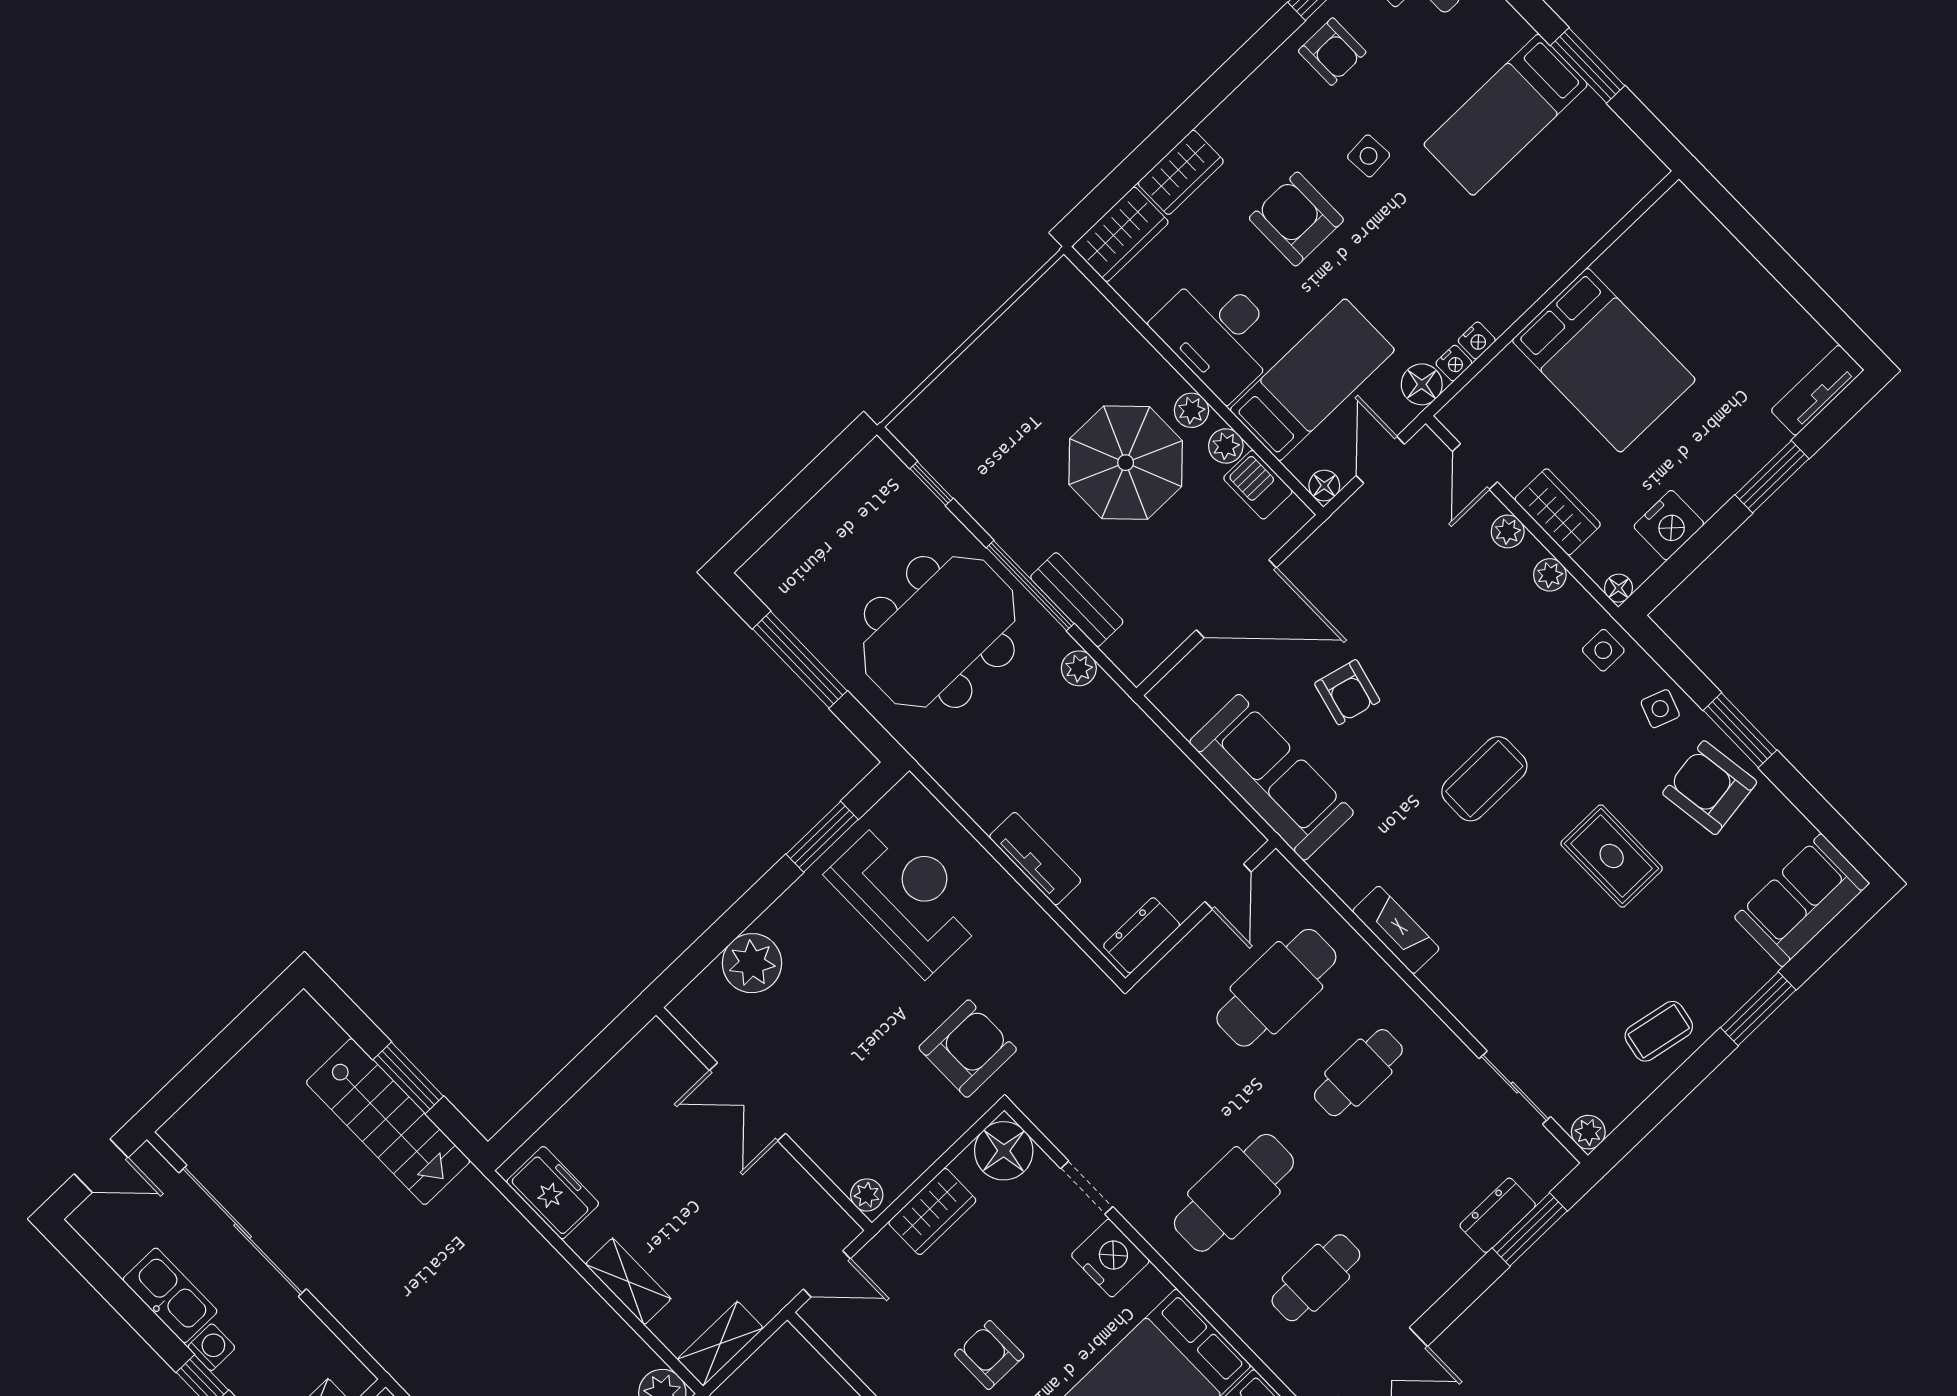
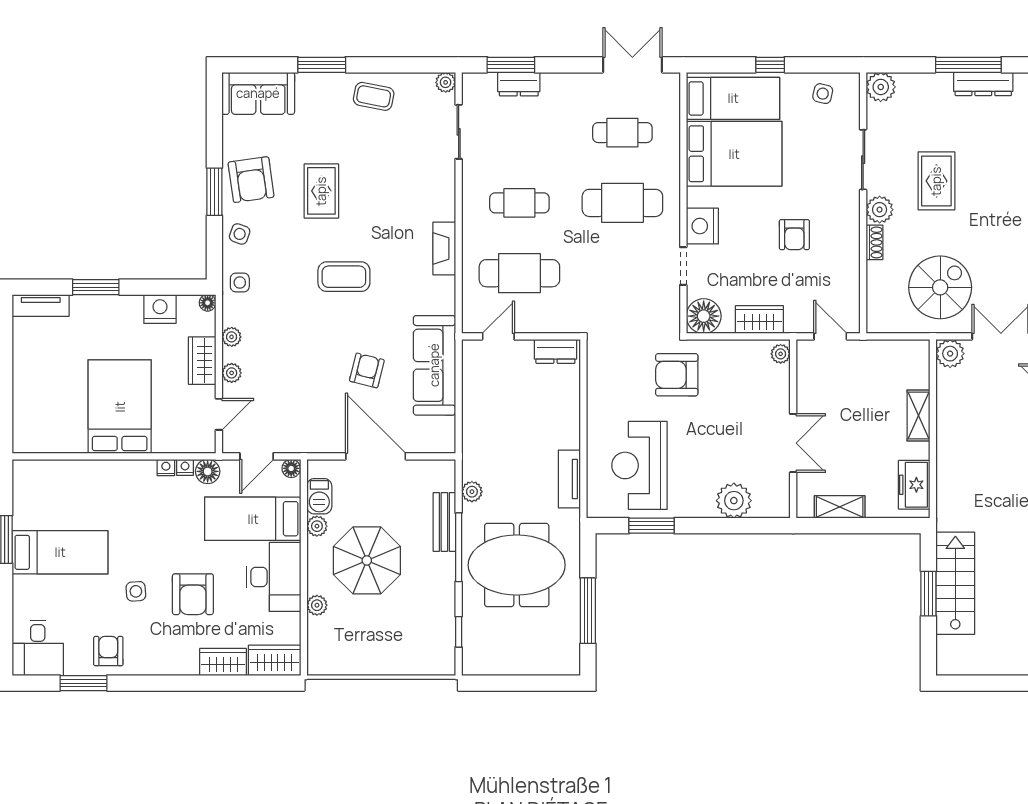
plant: (1191, 410) -> (317, 605), moved
tv unit: (1035, 859) -> (569, 479), moved
shelving: (720, 1344) -> (840, 507), moved

